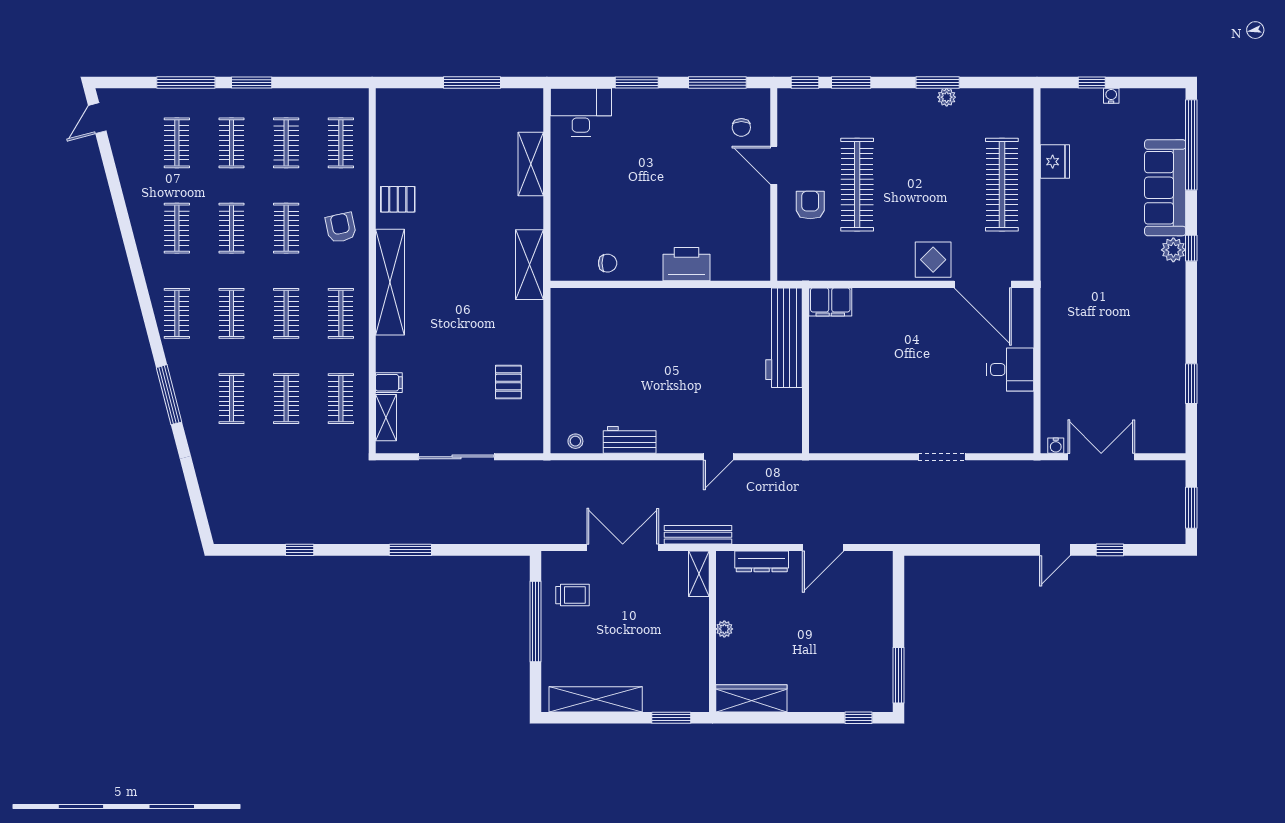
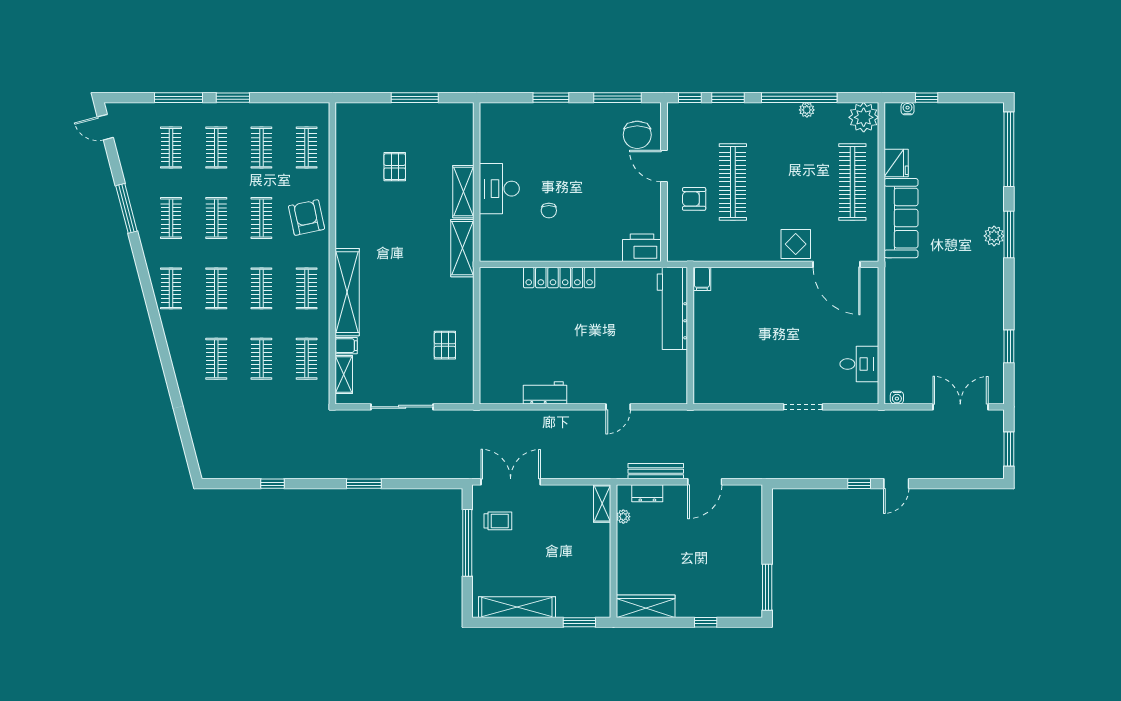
window: (938, 82) -> (799, 98), width x2.11
water cooler: (1111, 96) -> (908, 109), moved
plant: (1015, 106) -> (864, 117), added
desk: (581, 112) -> (499, 189), moved, turned -90
door: (97, 118) -> (105, 127), hinge flipped
chair: (741, 127) -> (637, 135), width x1.87, depth x1.87
shelving: (531, 164) -> (463, 192), moved
sofa: (1165, 188) -> (901, 218), moved, turned 180
pallet: (398, 199) -> (395, 167), moved, turned 90
armchair: (810, 205) -> (694, 199), turned -90
armchair: (341, 228) -> (306, 218), width x1.38, depth x1.38
window: (1191, 248) -> (1009, 235), width x2.17
chair: (608, 263) -> (549, 210), moved, turned 90
printer: (686, 264) -> (642, 248), moved
shelving: (390, 282) -> (347, 292), moved
locker: (647, 300) -> (559, 278), added
filing cabinet: (830, 302) -> (702, 279), width x0.50
desk: (1010, 370) -> (859, 364), moved
window: (169, 395) -> (126, 208), moved
stool: (575, 441) -> (500, 394), removed
double door: (1101, 457) -> (960, 407), moved
bench: (698, 535) -> (656, 471), moved
double door: (623, 548) -> (511, 482), moved
window: (1110, 550) -> (859, 484), moved
dresser: (762, 561) -> (647, 493), width x0.70
plant: (724, 629) -> (623, 517), moved
window: (858, 718) -> (706, 622), moved

